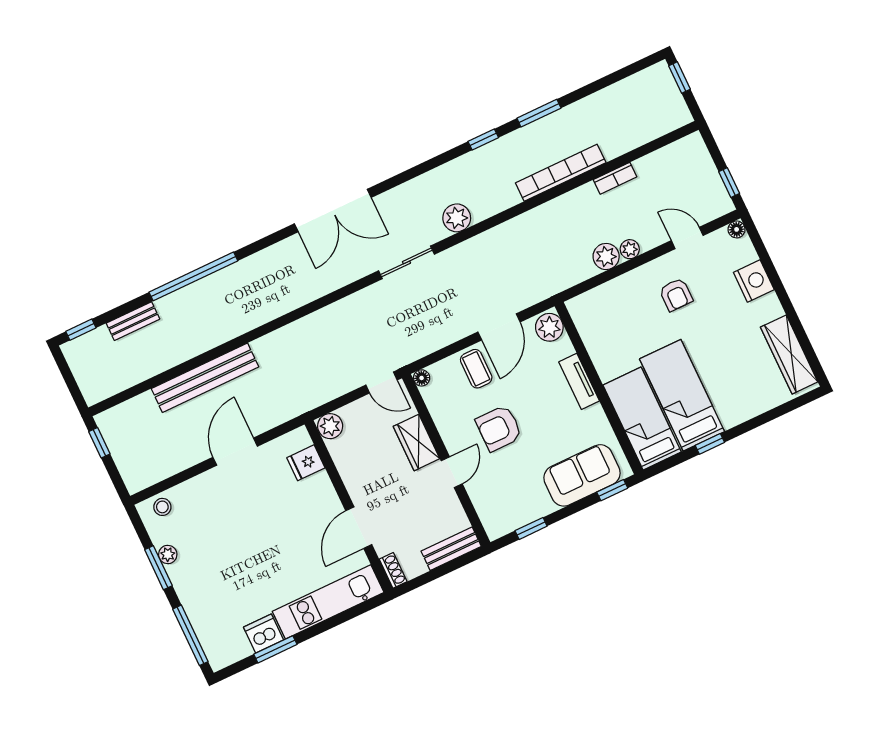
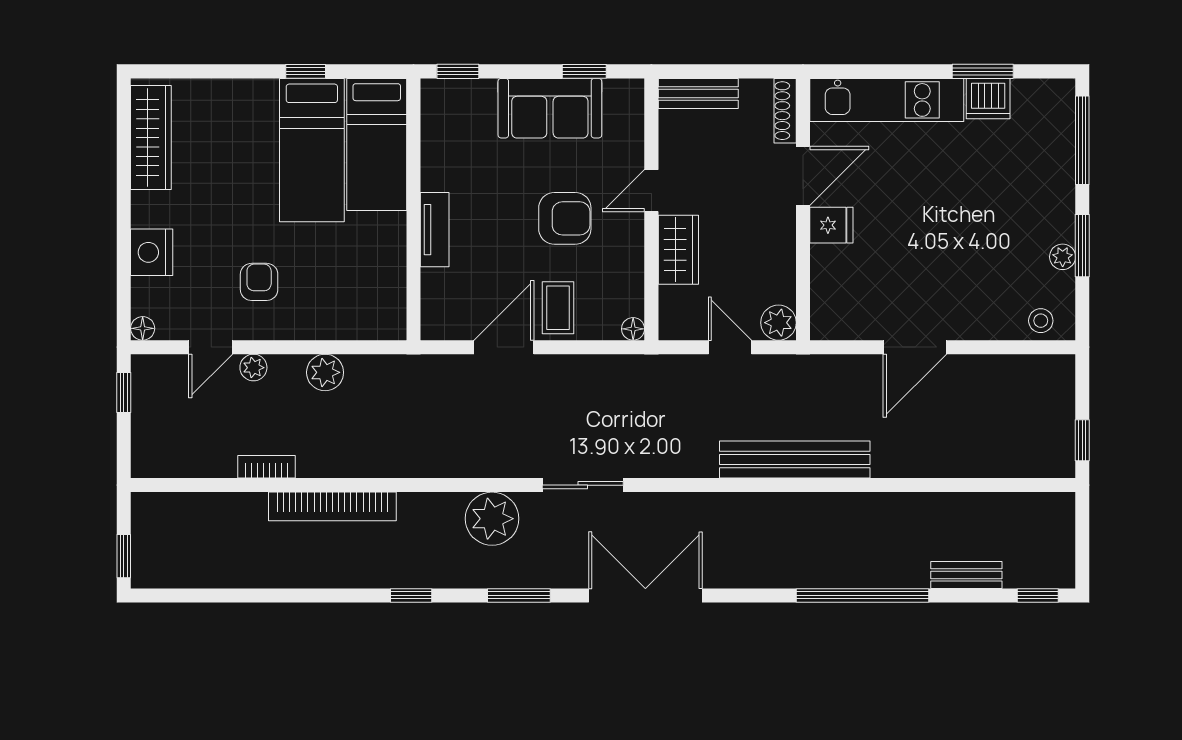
window: (539, 113) -> (519, 595), moved
plant: (457, 218) -> (492, 519), width x1.36, depth x1.36
door: (687, 238) -> (211, 347), hinge flipped
plant: (630, 249) -> (253, 368), moved
plant: (549, 327) -> (440, 316), removed
bench: (205, 378) -> (795, 460), moved
door: (382, 382) -> (730, 347), moved
fridge: (306, 463) -> (831, 225), moved
sofa: (582, 475) -> (550, 108), moved
shoe rack: (393, 570) -> (785, 111), width x1.43

